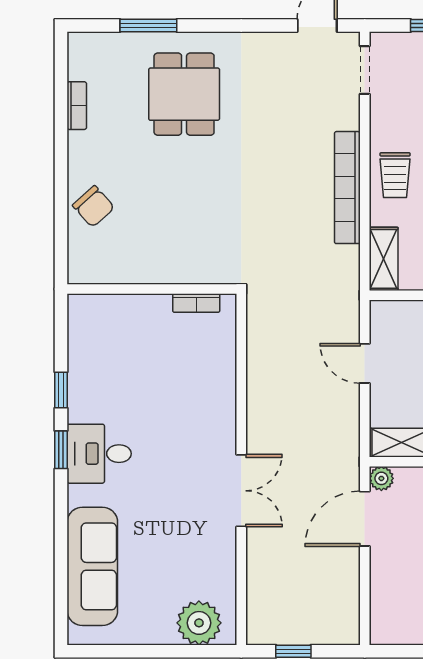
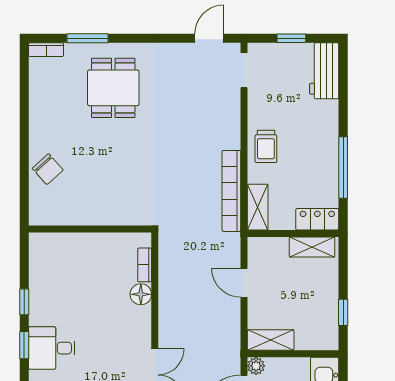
bookcase: (77, 106) -> (46, 50), moved, turned 90
bookcase: (347, 188) -> (231, 191), moved
bookcase: (196, 303) -> (145, 265), moved, turned 90
floor lamp: (222, 379) -> (141, 294), added

